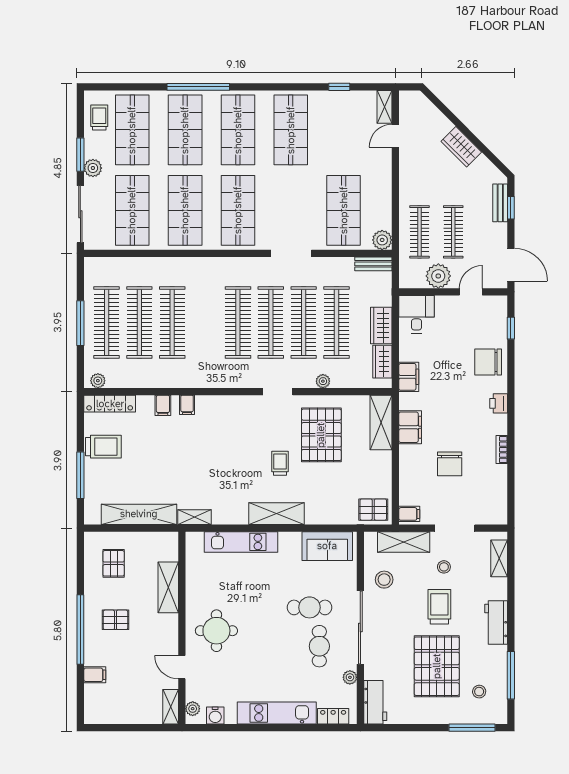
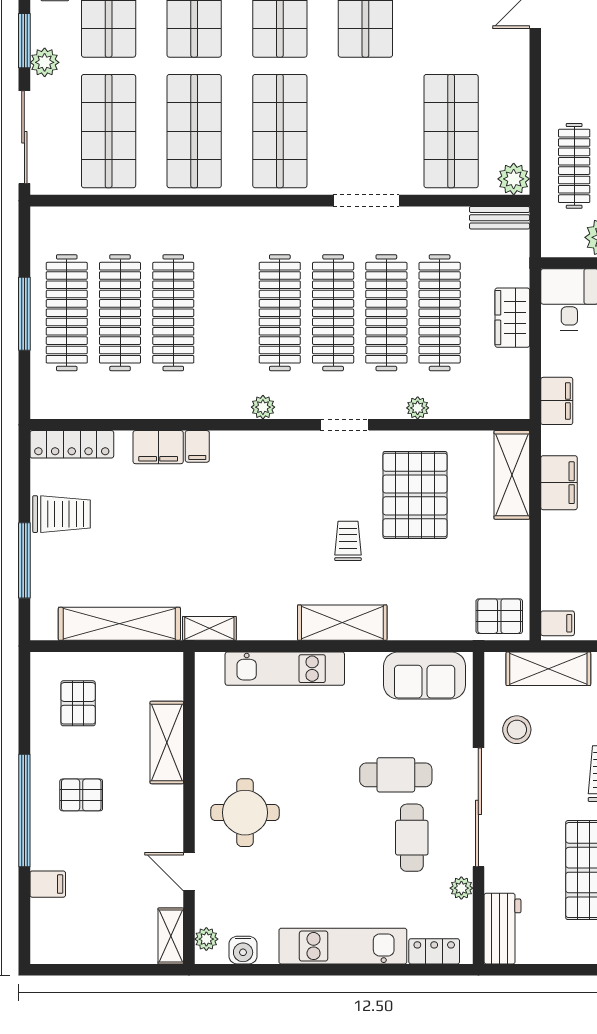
wardrobe: (382, 362) -> (514, 376), removed
plant: (98, 381) -> (263, 407), moved
filing cabinet: (163, 405) -> (158, 447), width x2.00

